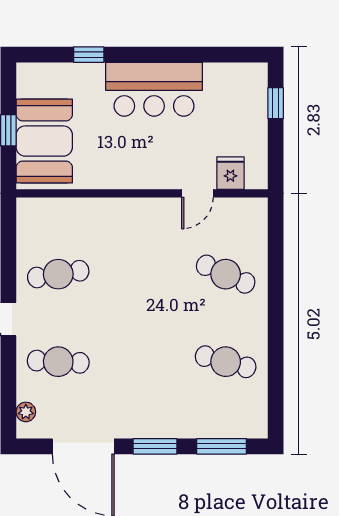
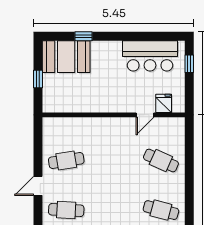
bar counter: (154, 89) -> (150, 56), moved
booth: (44, 141) -> (66, 57), moved, turned 90

